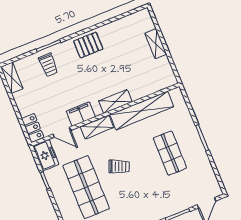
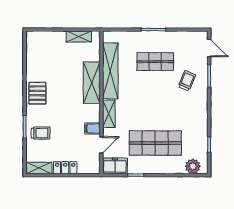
shelving: (156, 44) -> (79, 37), moved
shelving: (115, 101) -> (92, 83), width x1.50, depth x1.33
filing cabinet: (81, 114) -> (92, 128), width x0.50
locker: (33, 128) -> (65, 168), moved
trolley: (119, 167) -> (187, 81), moved

